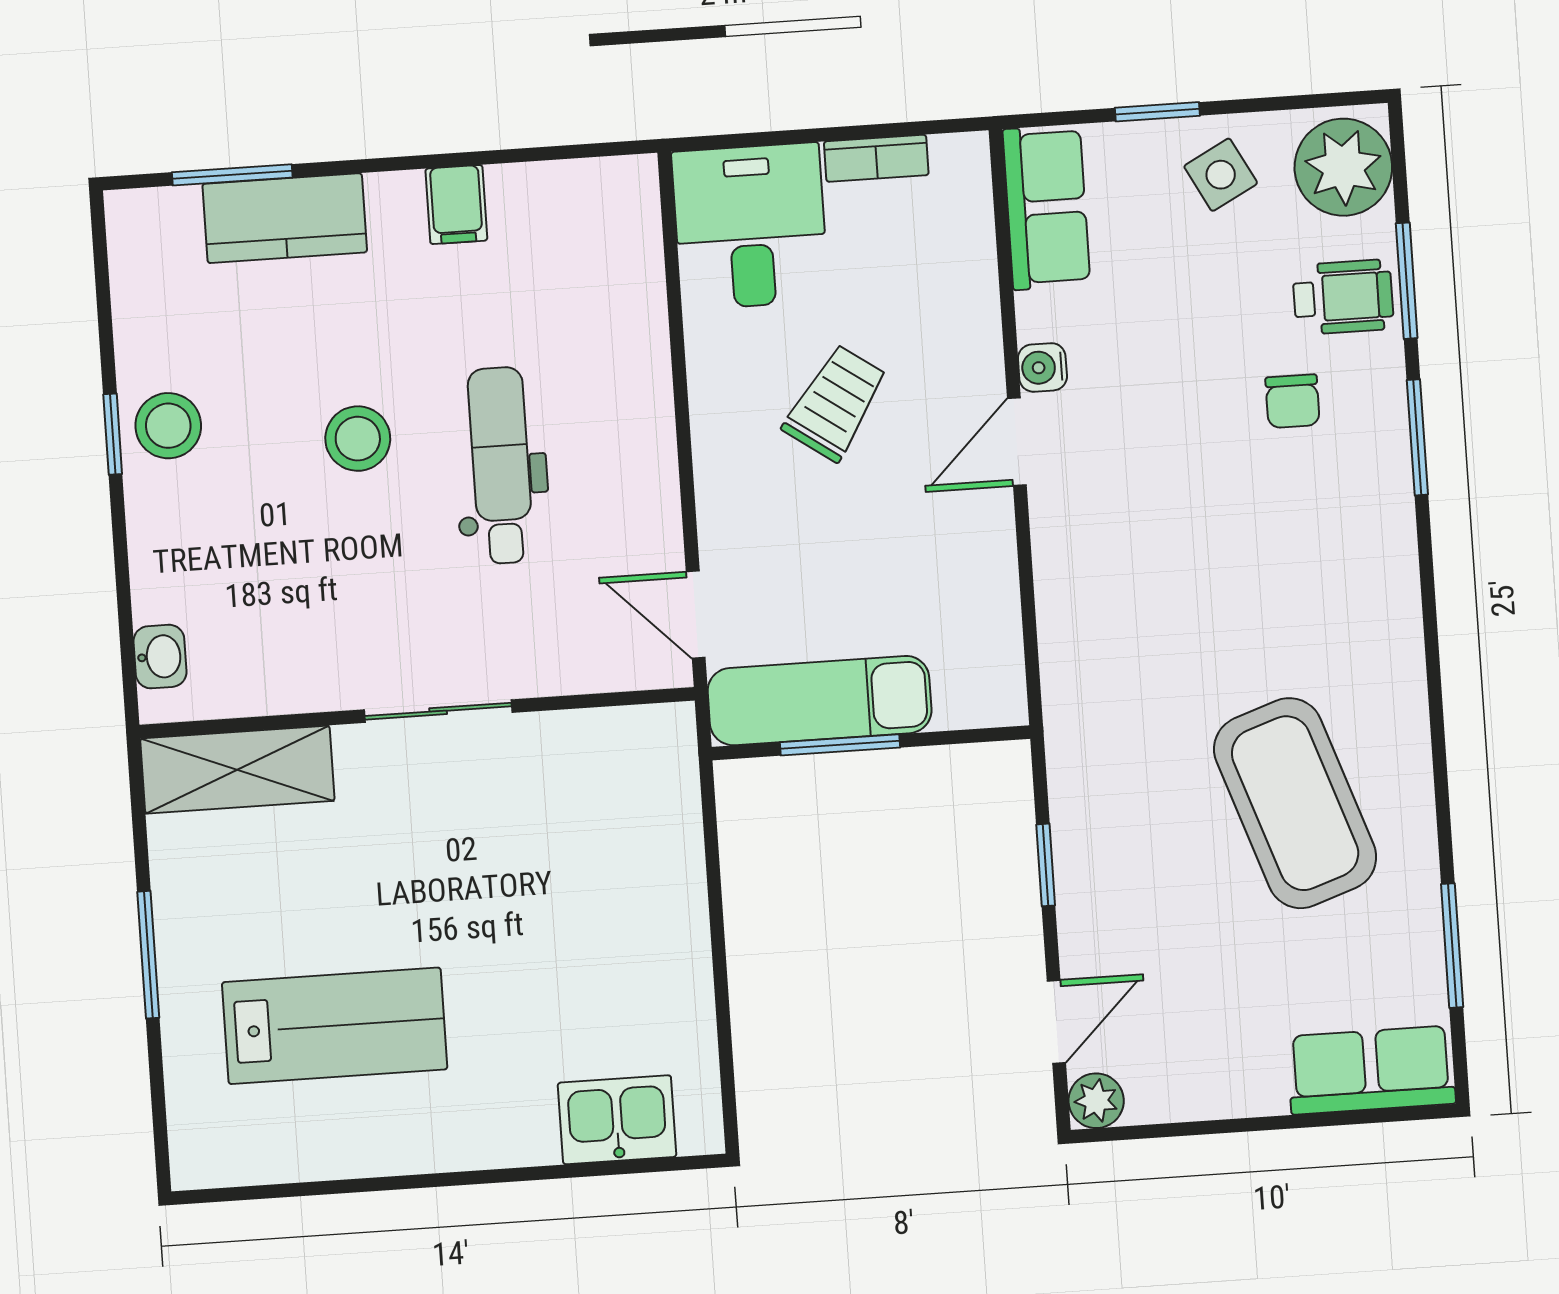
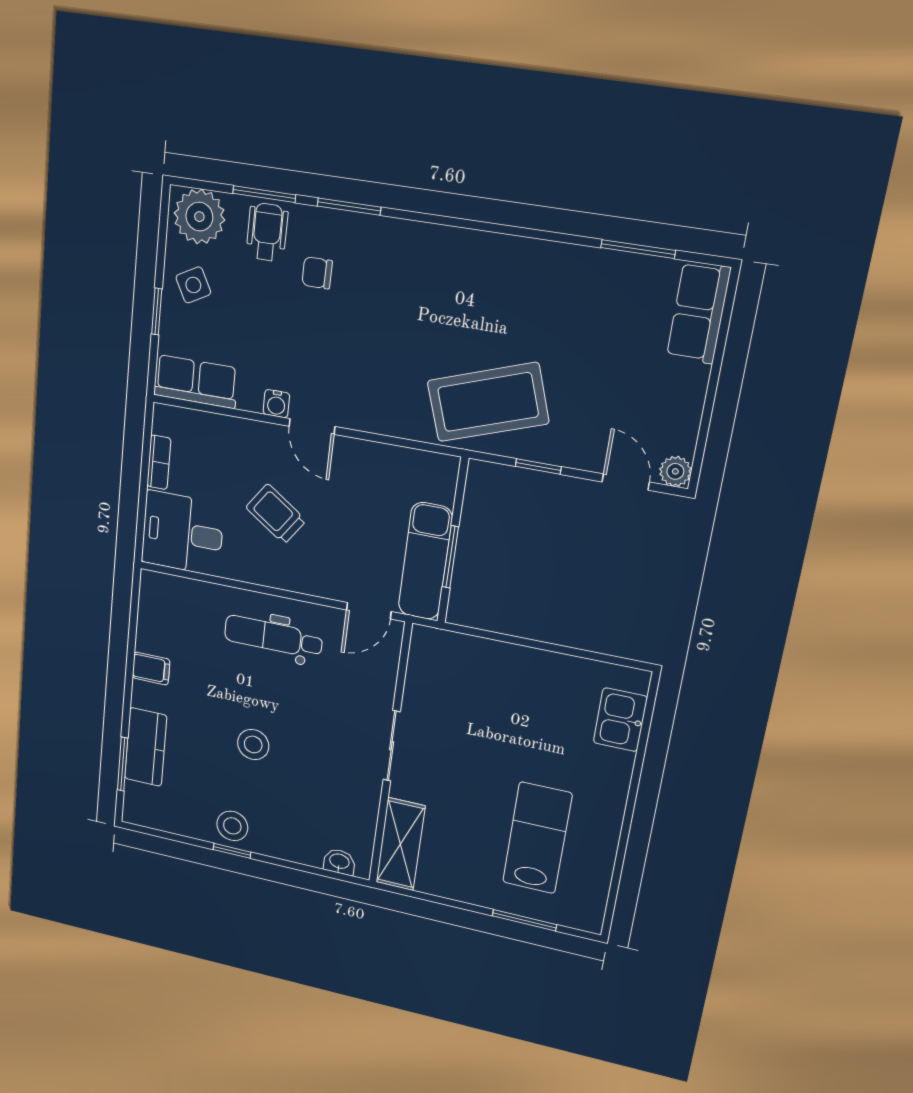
chair: (1293, 401) -> (317, 273), turned 180
dental chair: (501, 465) -> (273, 637), moved
coffee table: (1295, 803) -> (488, 402), moved
window: (148, 955) -> (524, 920), moved

